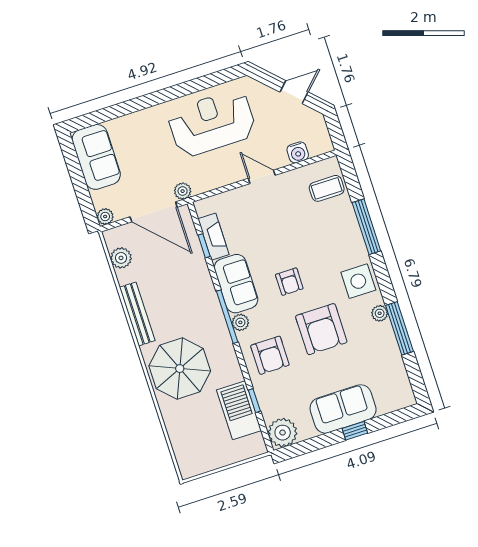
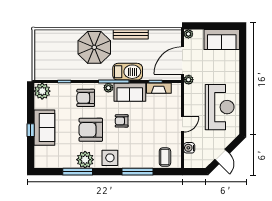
plant: (121, 258) -> (164, 35), removed
plant: (380, 313) -> (85, 160), width x1.88, depth x1.88
barbecue: (239, 410) -> (128, 72), moved

